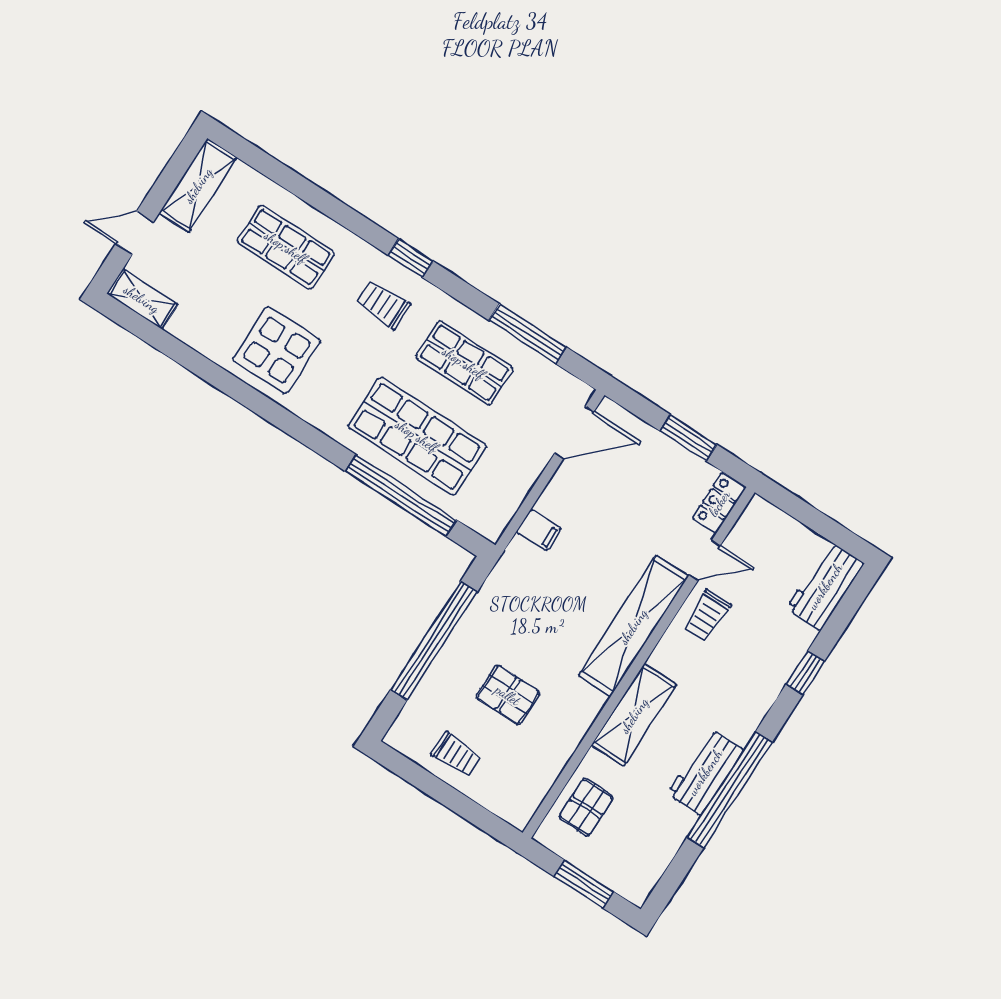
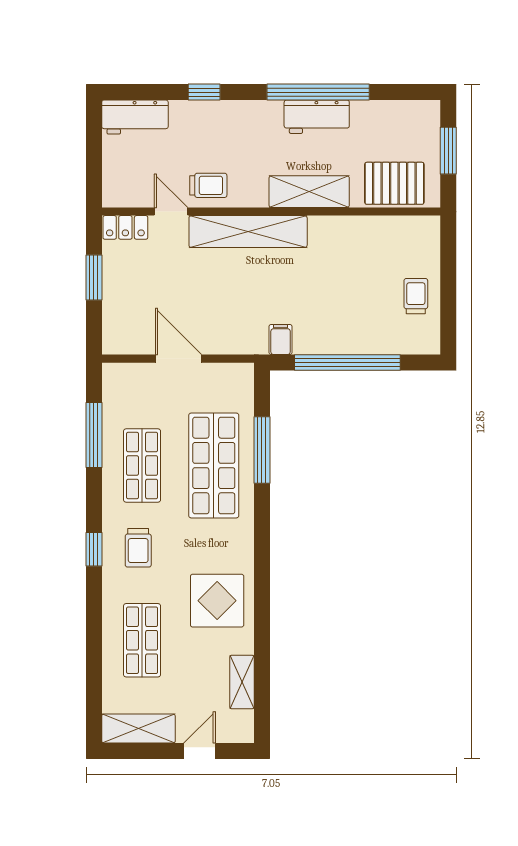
door: (135, 233) -> (200, 751), swing flipped
shelving: (142, 299) -> (242, 682), moved
door: (574, 433) -> (178, 359), moved
window: (401, 496) -> (262, 450), width x0.68
filing cabinet: (539, 530) -> (281, 339), moved
pallet: (508, 695) -> (352, 287), removed
pallet: (586, 807) -> (394, 183), width x1.50, depth x1.42

